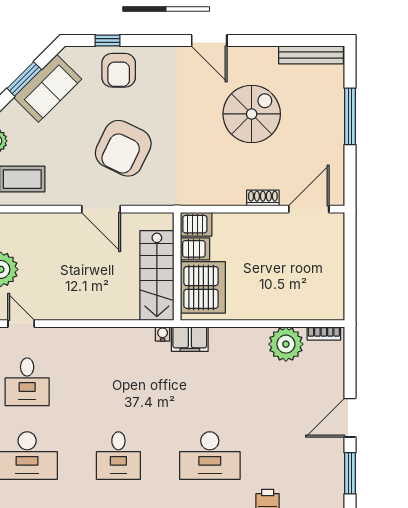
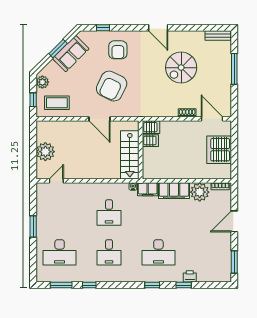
bench: (311, 55) -> (218, 36), width x0.73
armchair: (119, 70) -> (118, 50), moved
spiral stairs: (252, 114) -> (181, 68), turned 180
door: (309, 209) -> (212, 119), hinge flipped
server rack: (203, 287) -> (219, 150), moved, turned 180
door: (21, 324) -> (56, 181), hinge flipped
filing cabinet: (238, 342) -> (174, 191), added
desk: (27, 382) -> (109, 212), moved
door: (350, 418) -> (234, 221), moved

